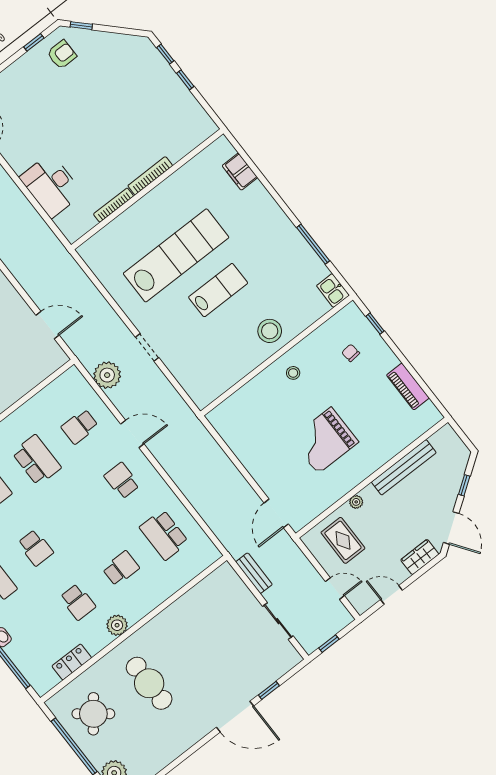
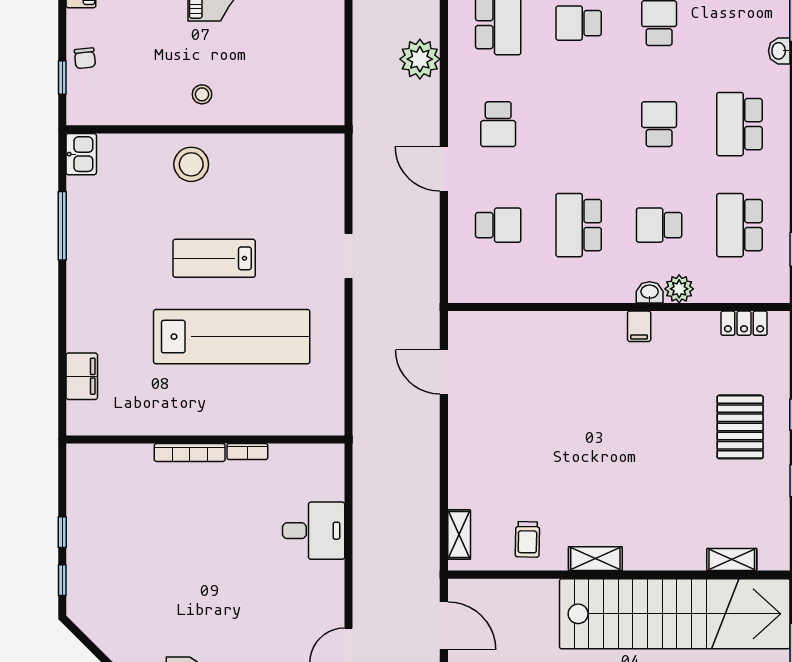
desk: (51, 186) -> (314, 531), width x0.73
bookcase: (114, 205) -> (247, 452), width x0.64
lab bench: (176, 255) -> (232, 337), turned 180
chair: (351, 353) -> (85, 58), moved
plant: (107, 375) -> (420, 59), moved

